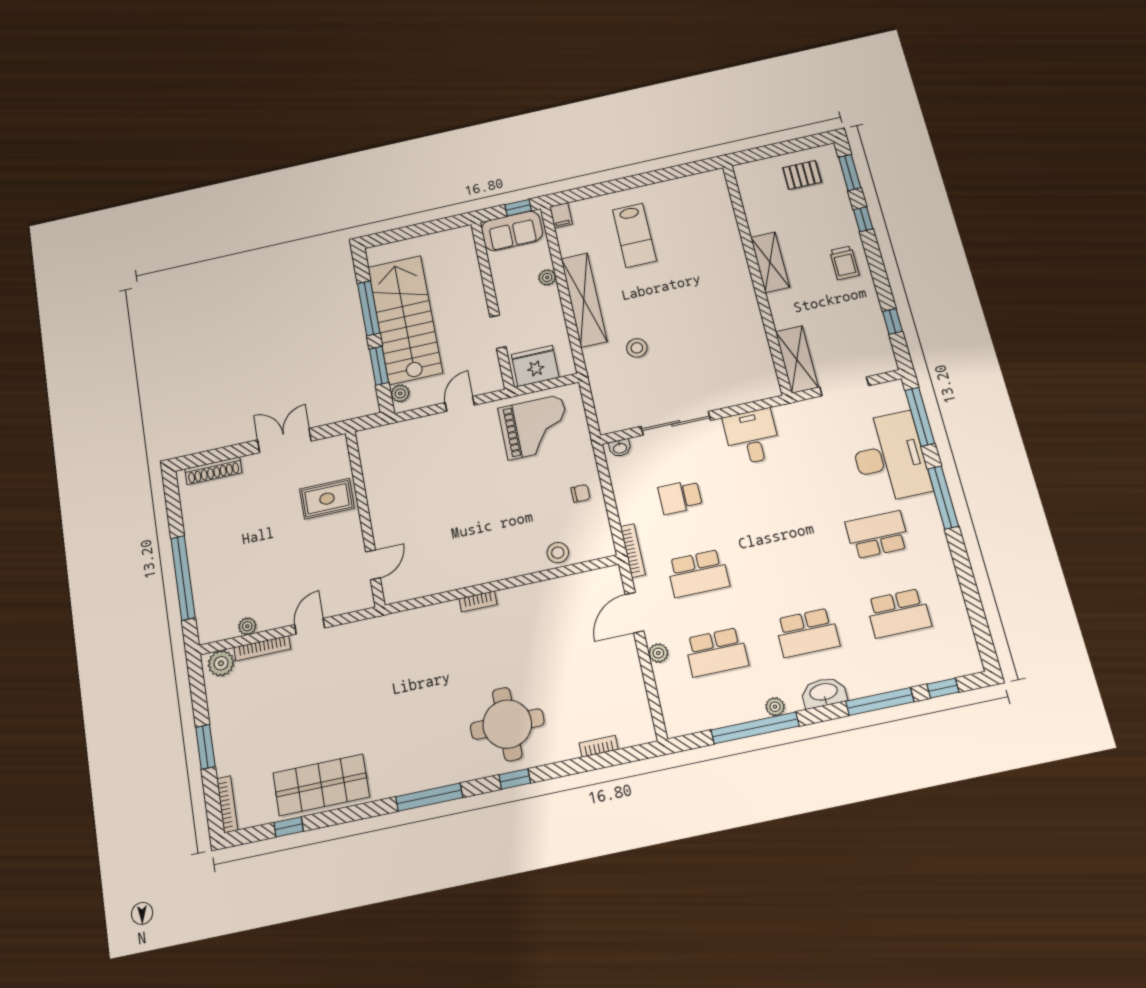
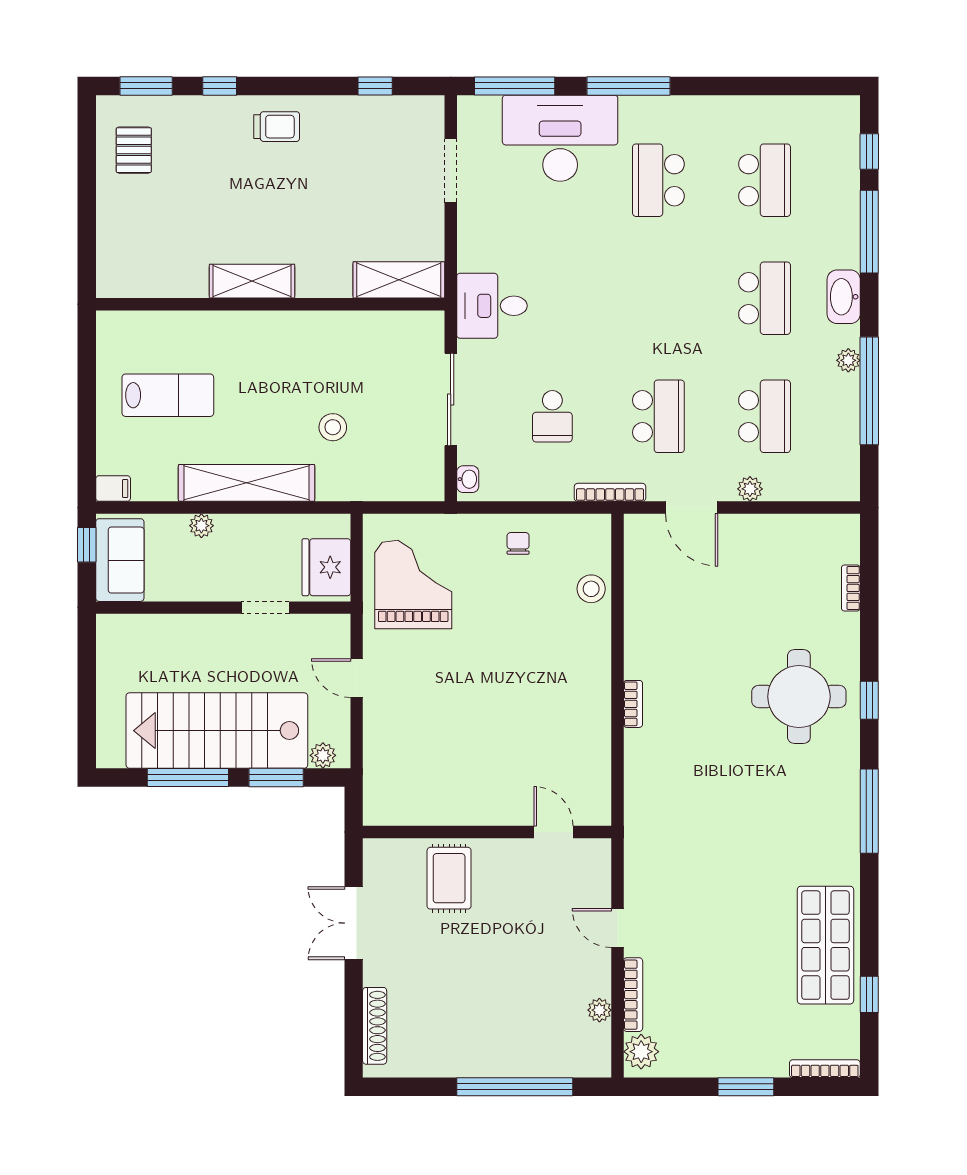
shelving: (770, 262) -> (252, 281), moved
wall: (757, 278) -> (270, 304), moved
shelving: (797, 359) -> (399, 280), moved

